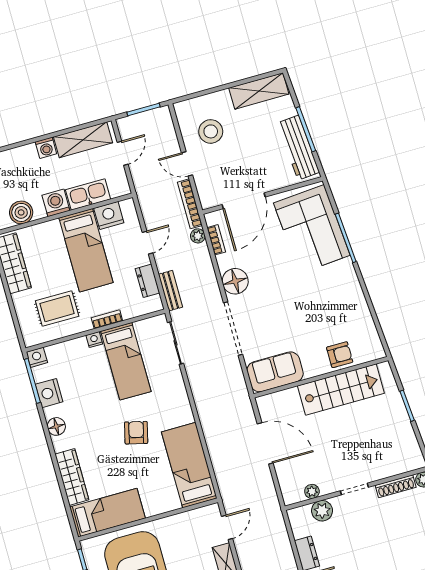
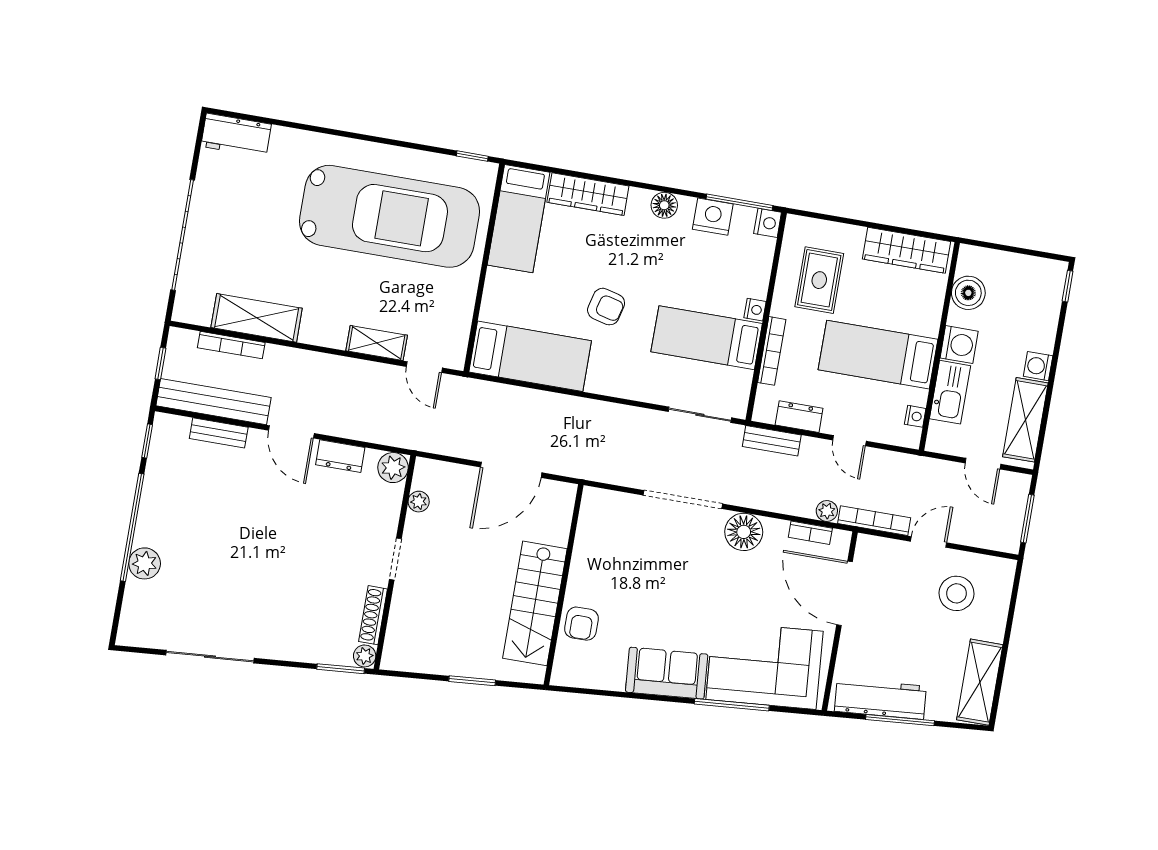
nightstand: (109, 215) -> (915, 416), width x0.53, depth x0.56
bookcase: (107, 319) -> (772, 351), width x1.56
sofa: (275, 372) -> (667, 673), moved, turned -95
plant: (322, 511) -> (393, 468), moved

